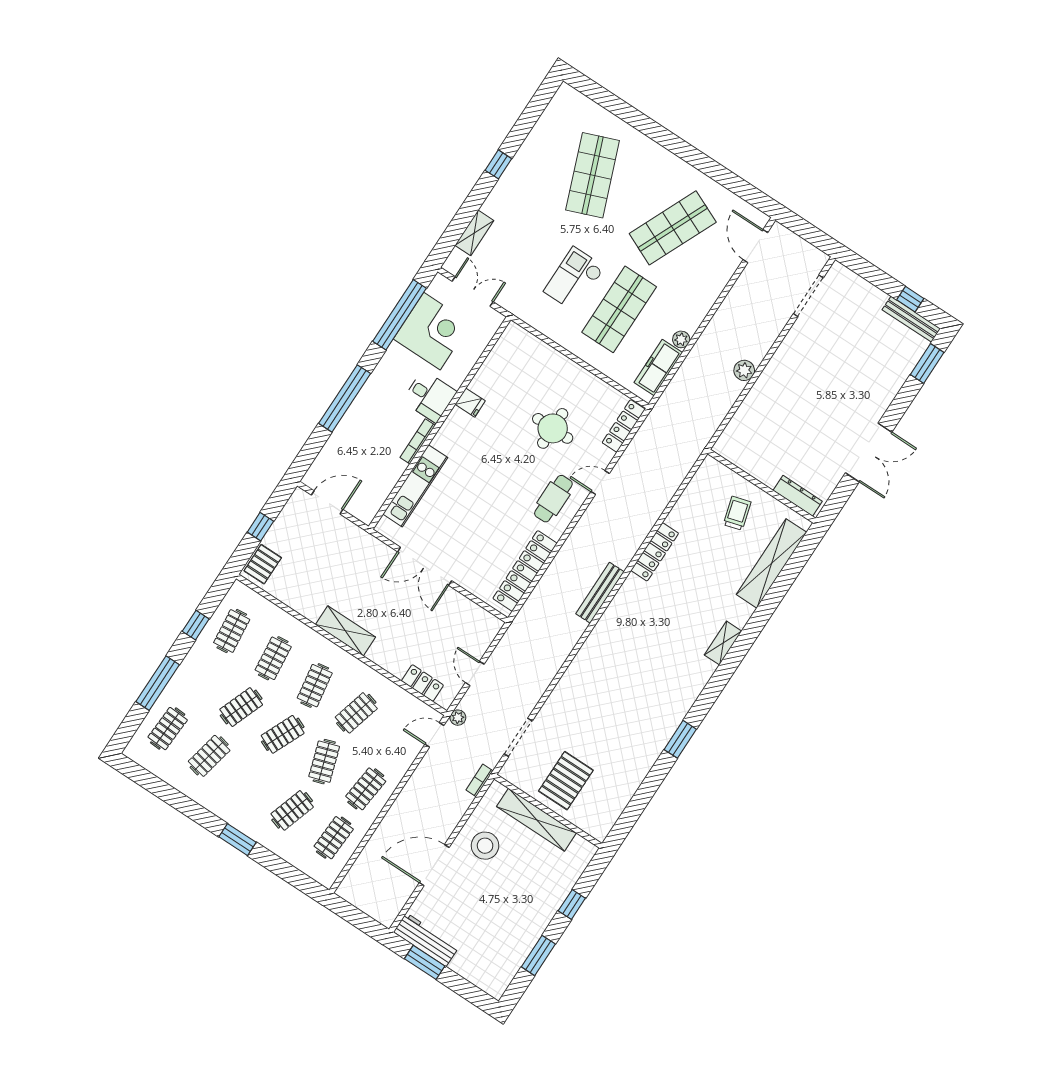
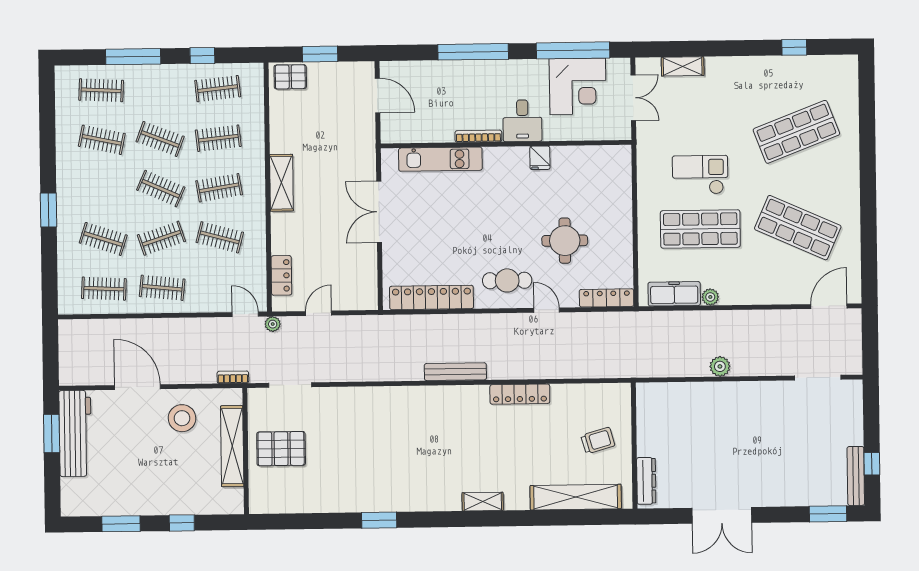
window: (498, 164) -> (794, 47), moved
window: (260, 527) -> (320, 54), width x1.50
workbench: (426, 940) -> (75, 433), width x1.36, depth x1.32

